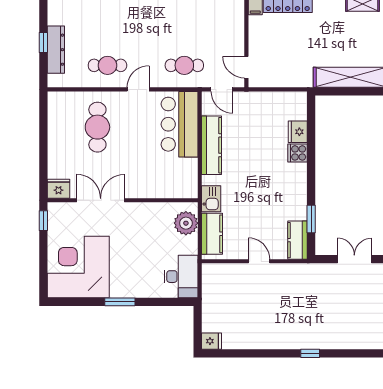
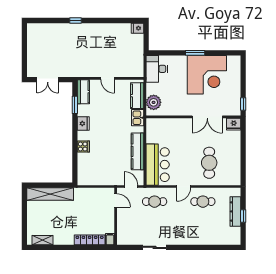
fridge: (298, 132) -> (83, 123), moved
corner desk: (78, 267) -> (207, 75), moved

